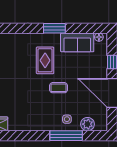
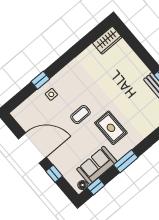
window: (90, 28) -> (96, 186), added
plant: (87, 124) -> (31, 105), removed
window: (66, 136) -> (40, 80), width x0.46

